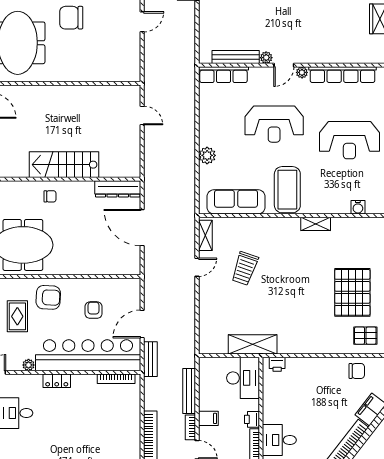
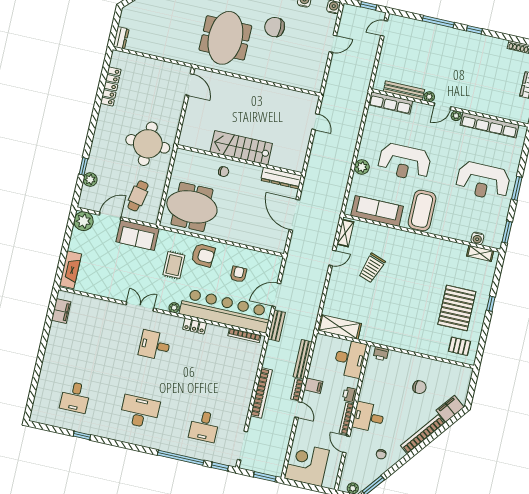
reception desk: (274, 124) -> (404, 162), moved
shelving: (316, 224) -> (480, 253), moved
shelving: (253, 344) -> (339, 327), moved
chair: (357, 371) -> (419, 387), moved

